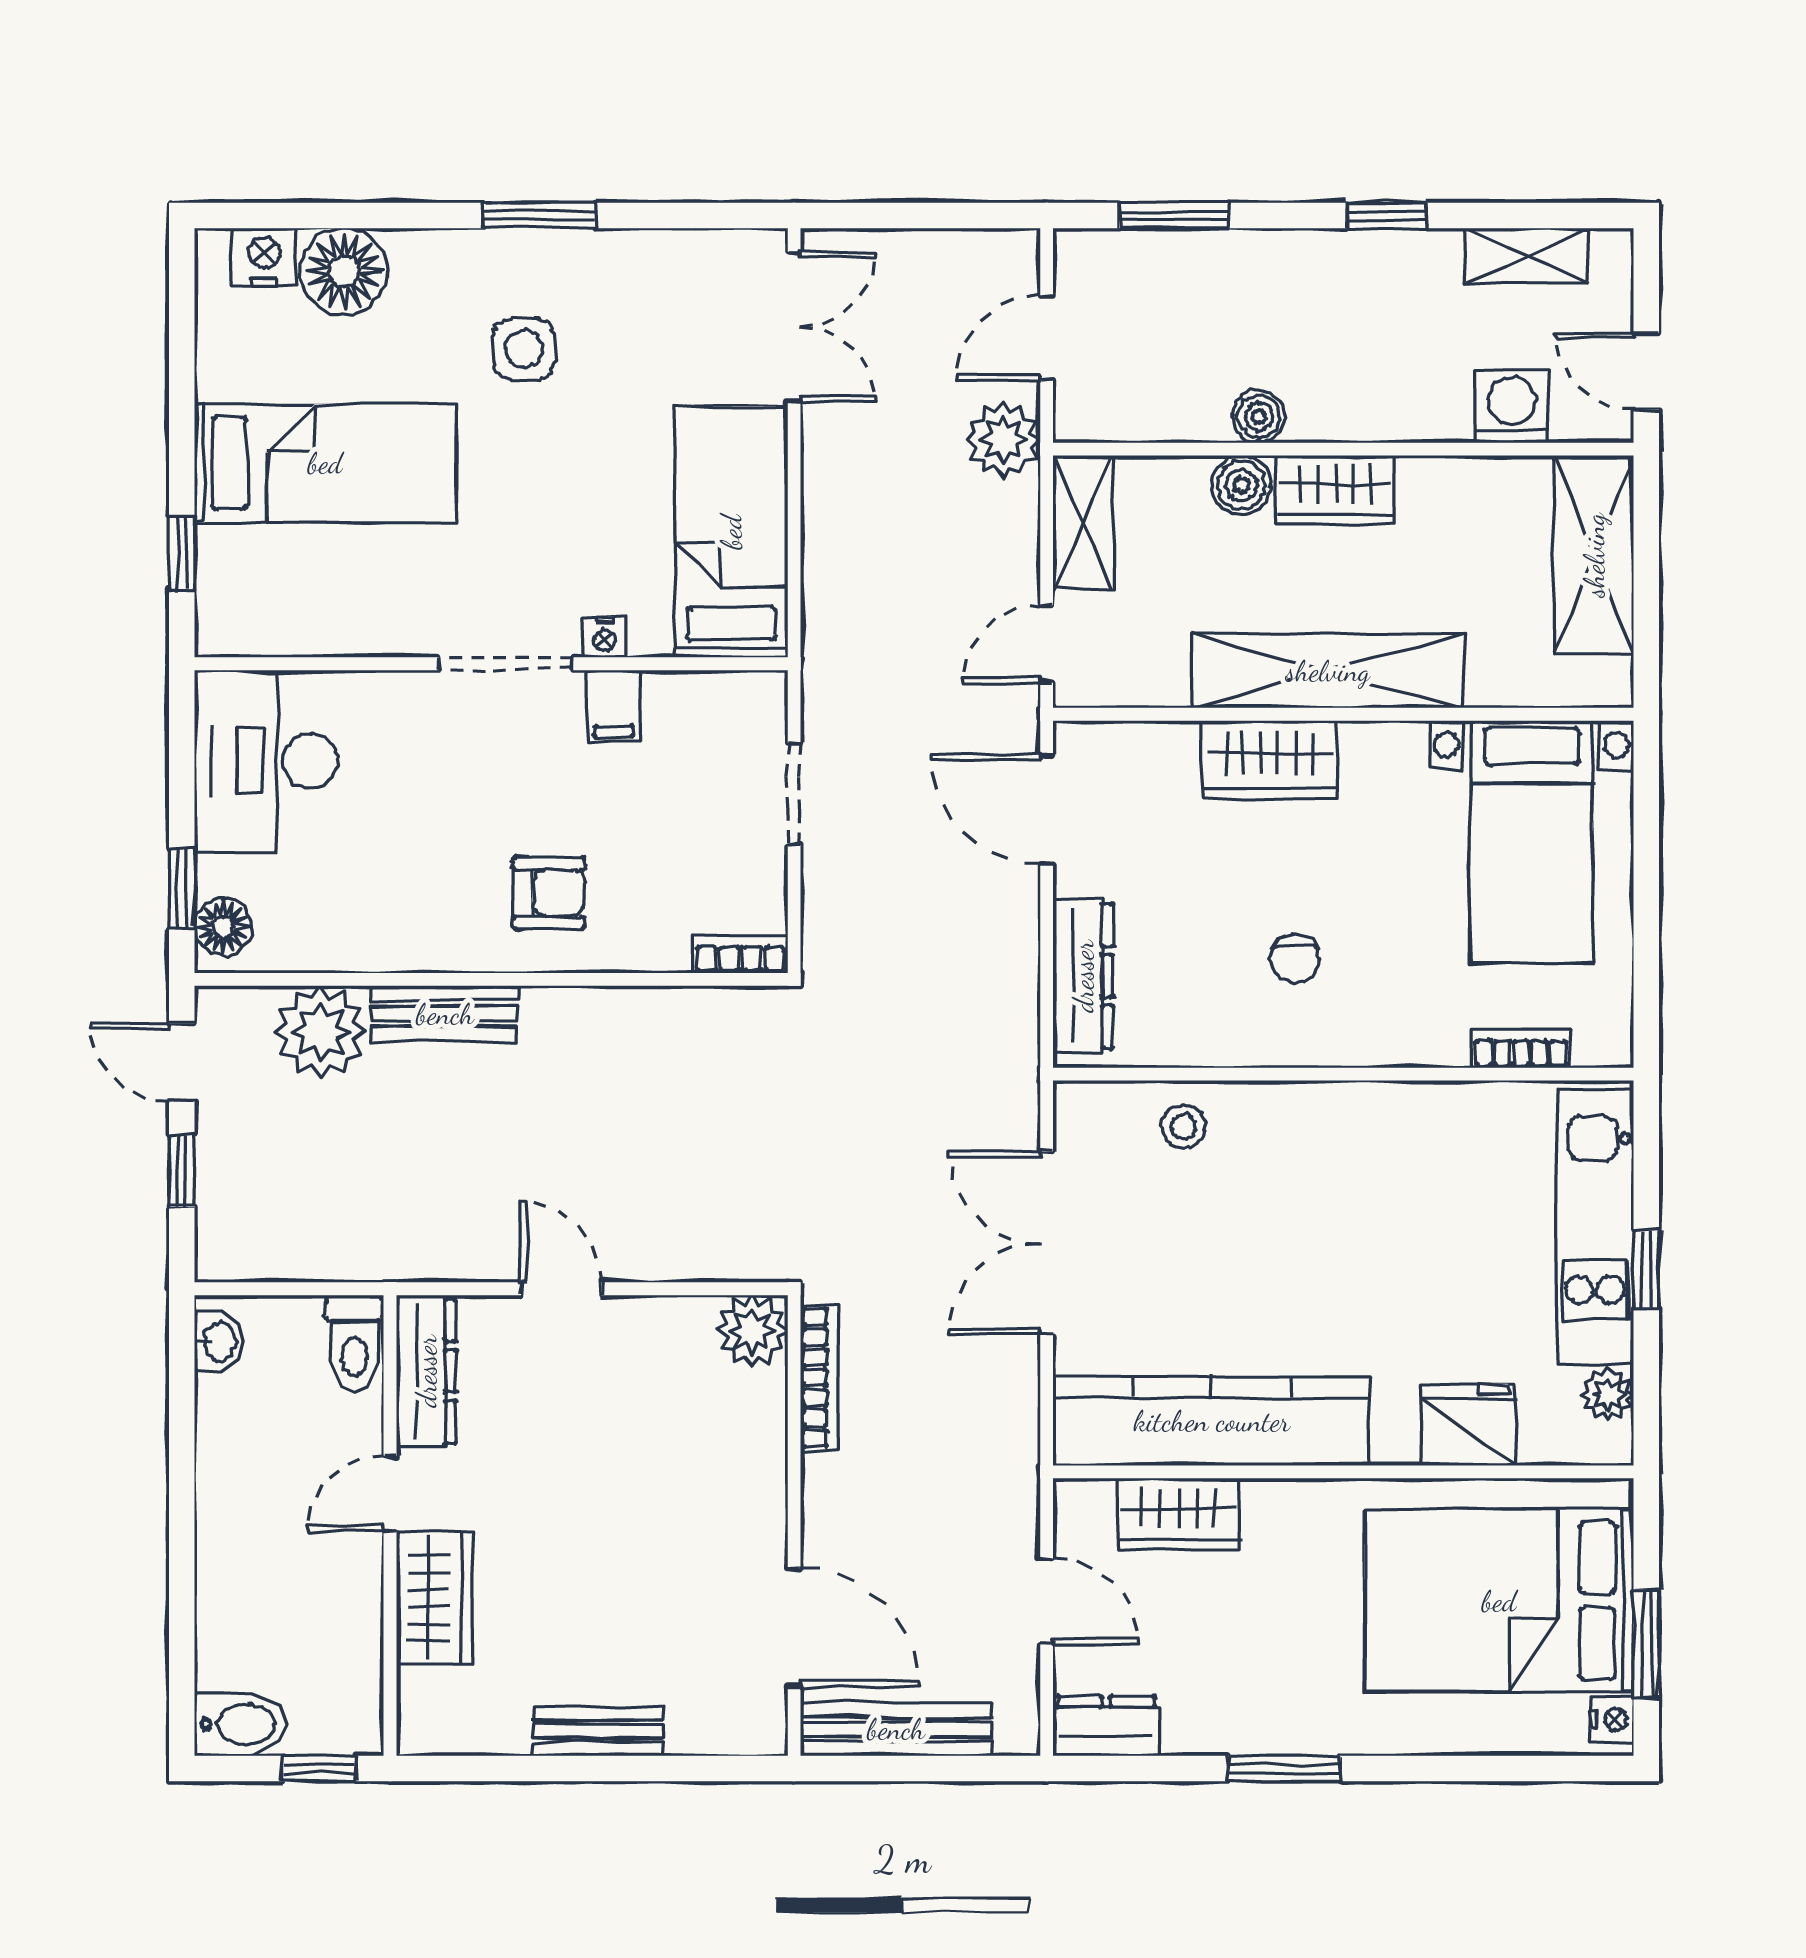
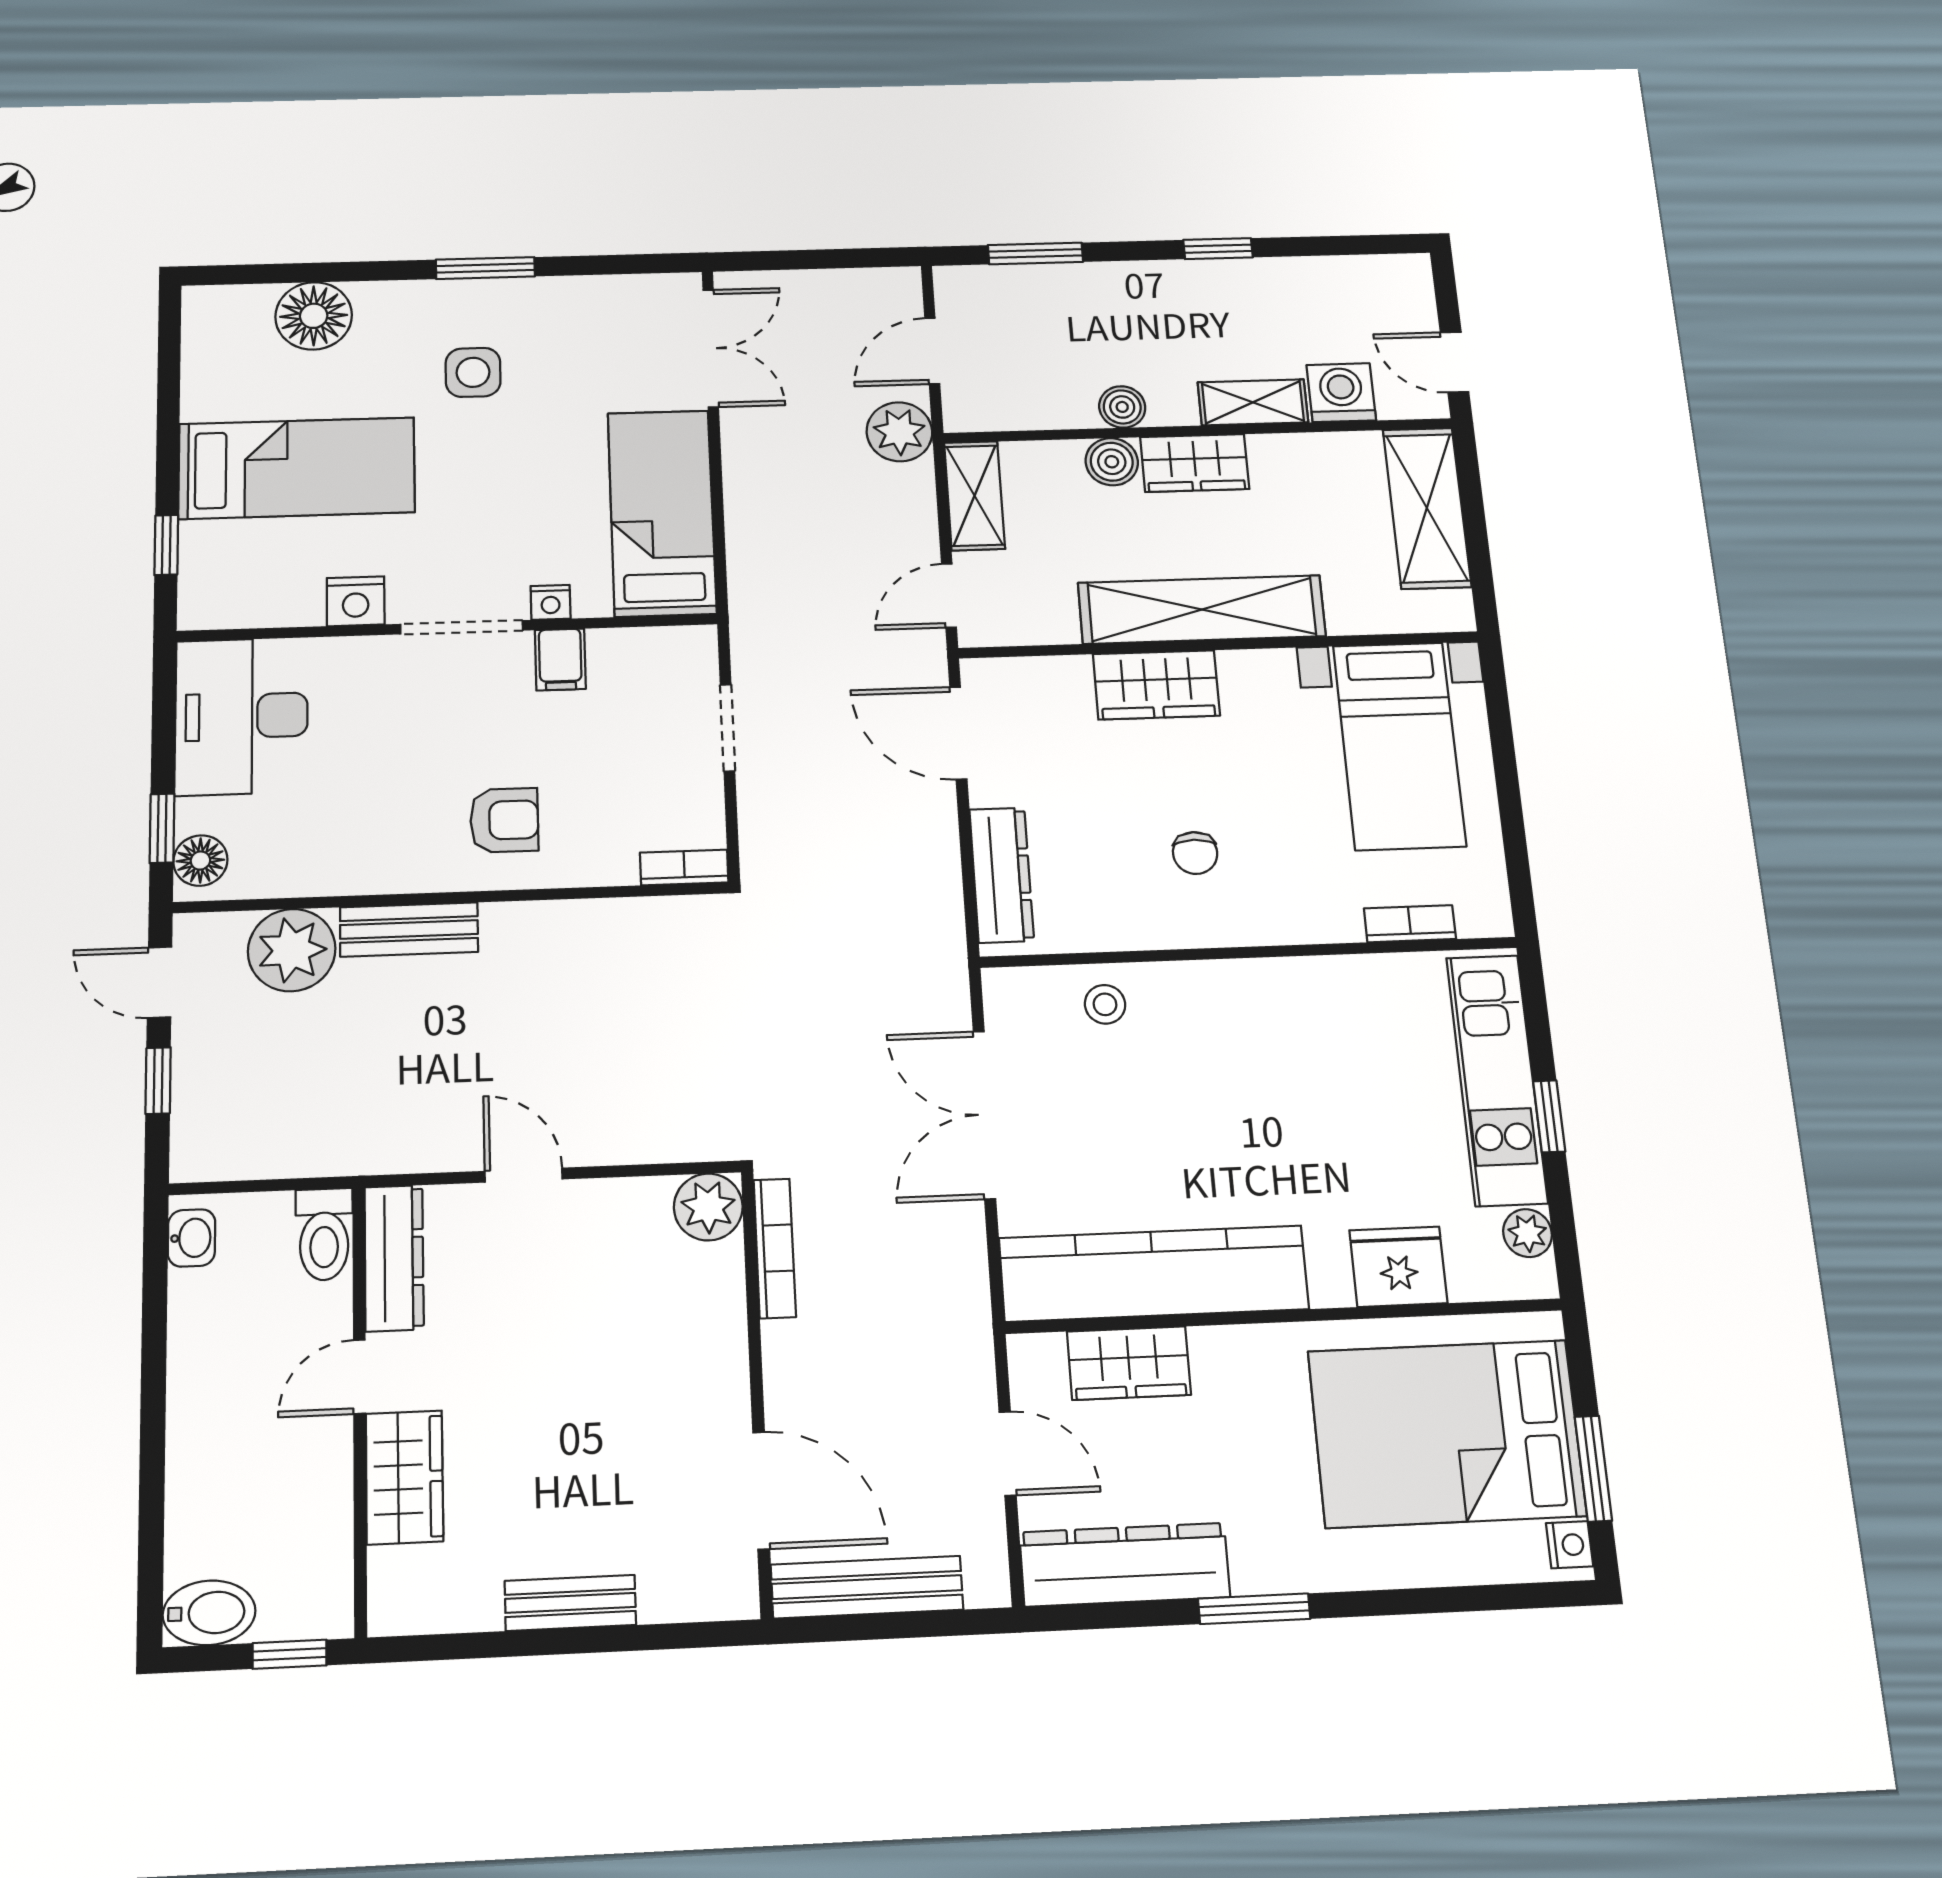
shelving: (1527, 256) -> (1253, 402), moved
nightstand: (264, 257) -> (356, 601), moved, turned 180
dresser: (1106, 1726) -> (1125, 1565), width x1.96, depth x1.24

